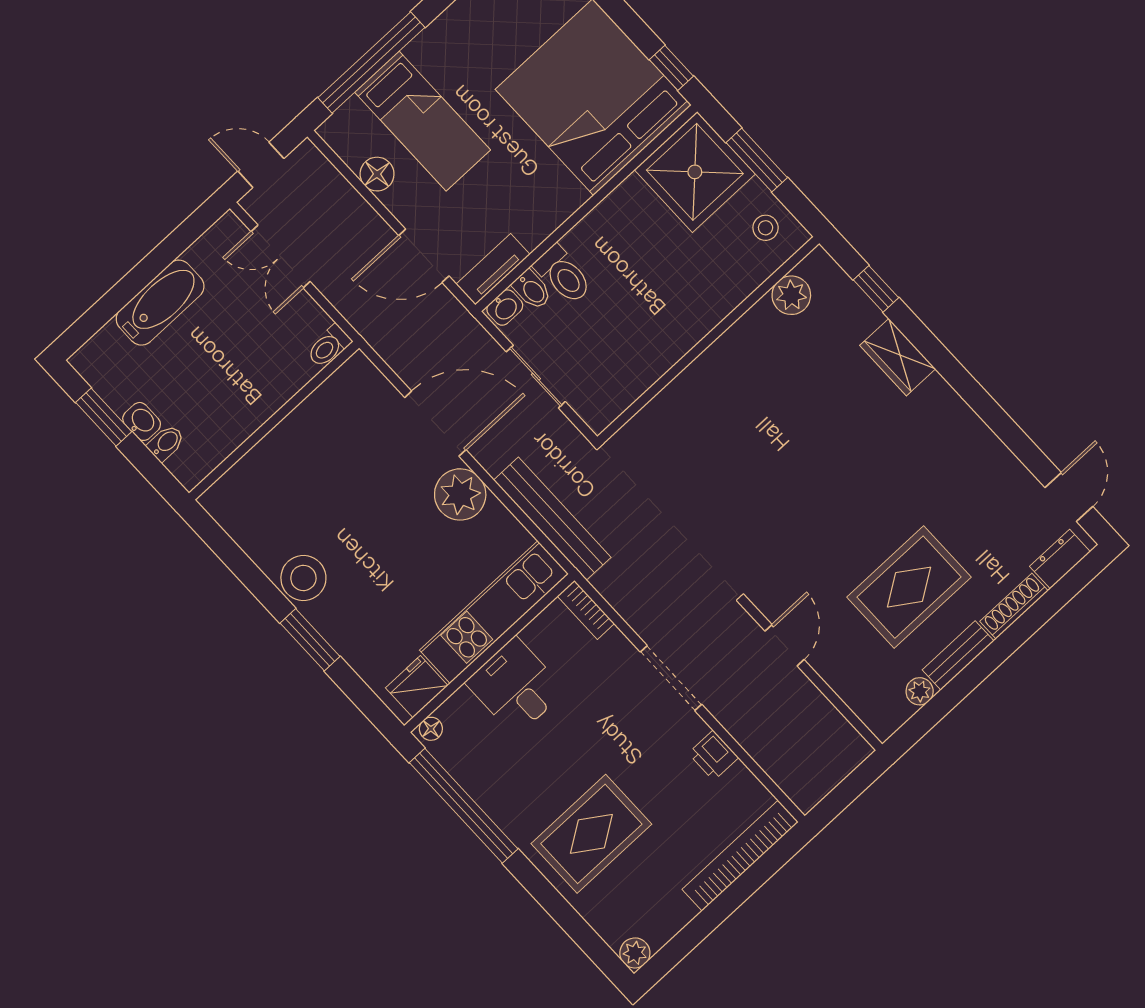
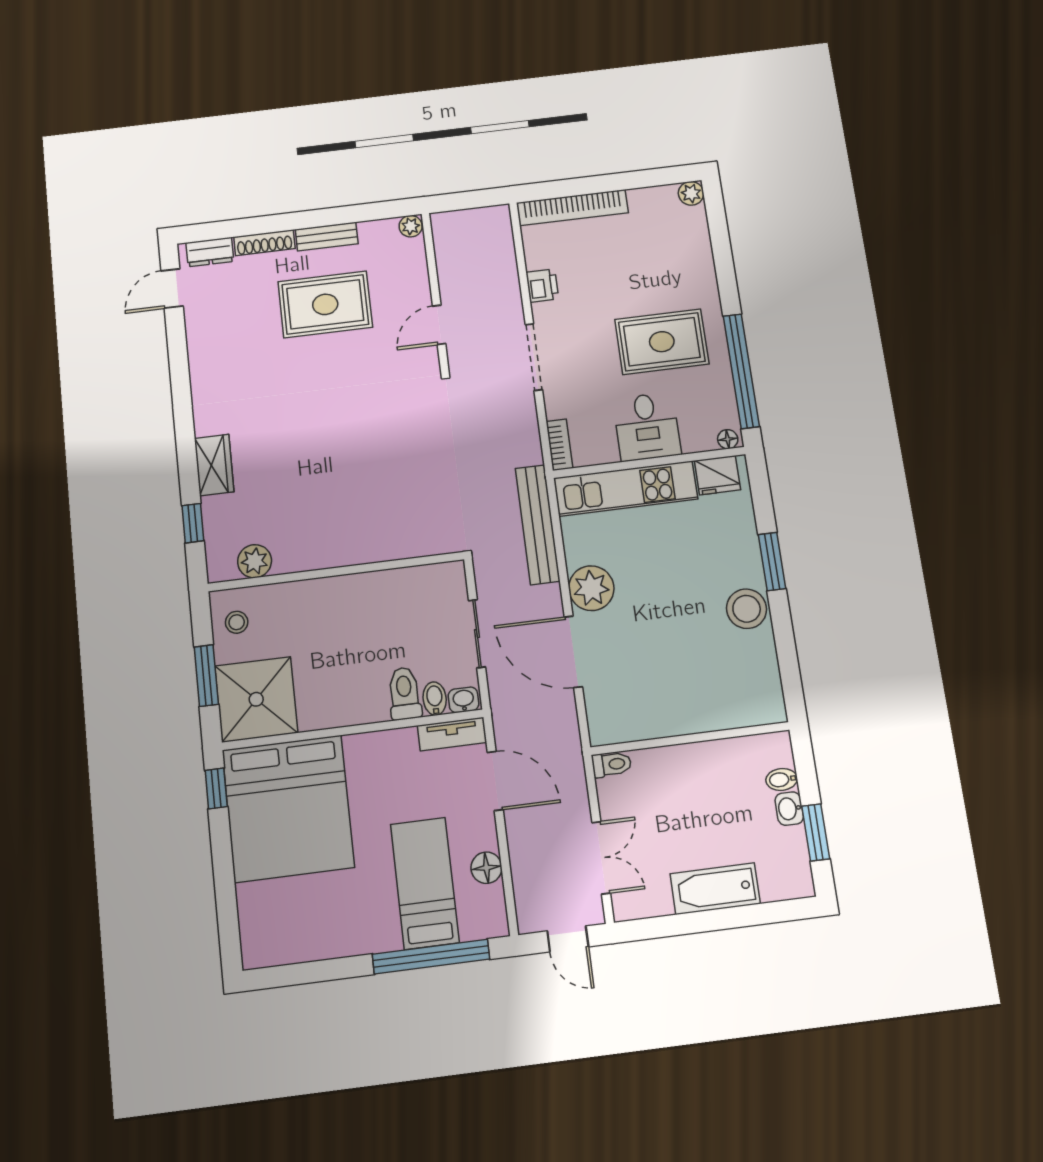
plant: (920, 691) -> (411, 226), moved
rug: (591, 834) -> (662, 342), moved

